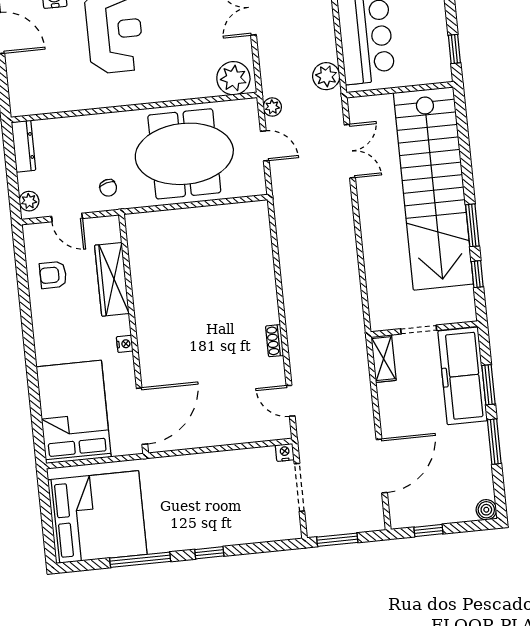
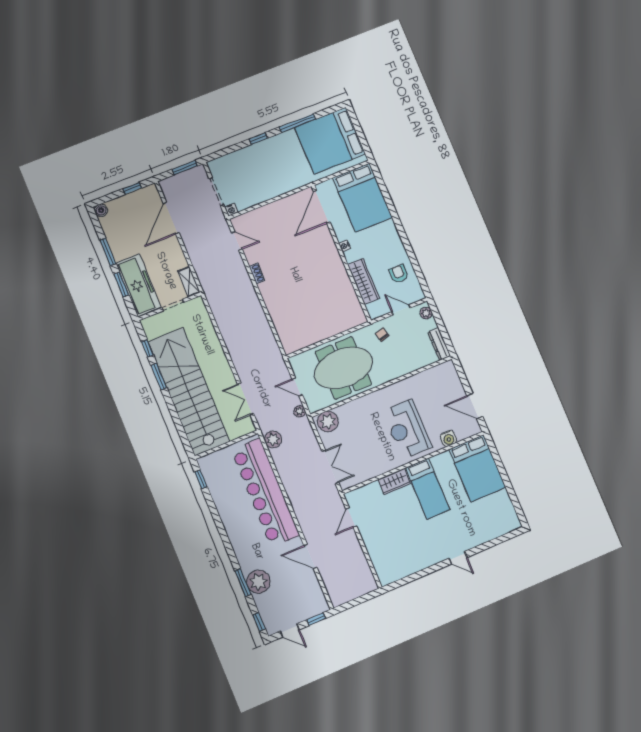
armchair: (53, 275) -> (399, 274), turned -90

